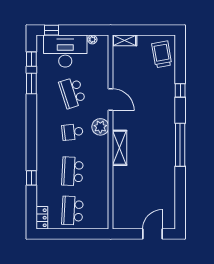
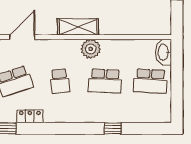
plant: (100, 127) -> (91, 49), moved
locker: (42, 218) -> (30, 116), moved
washbasin: (98, 222) -> (164, 52), added

